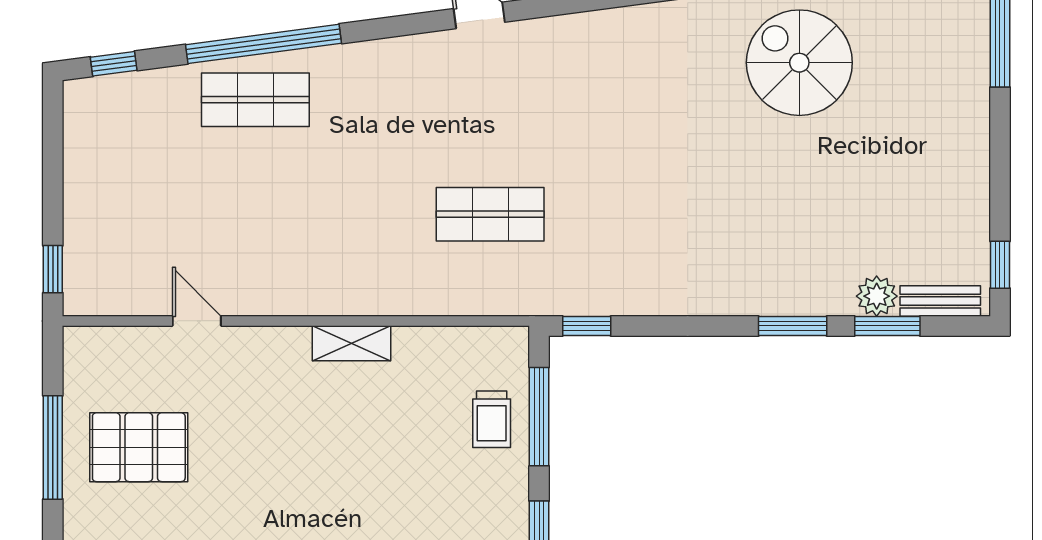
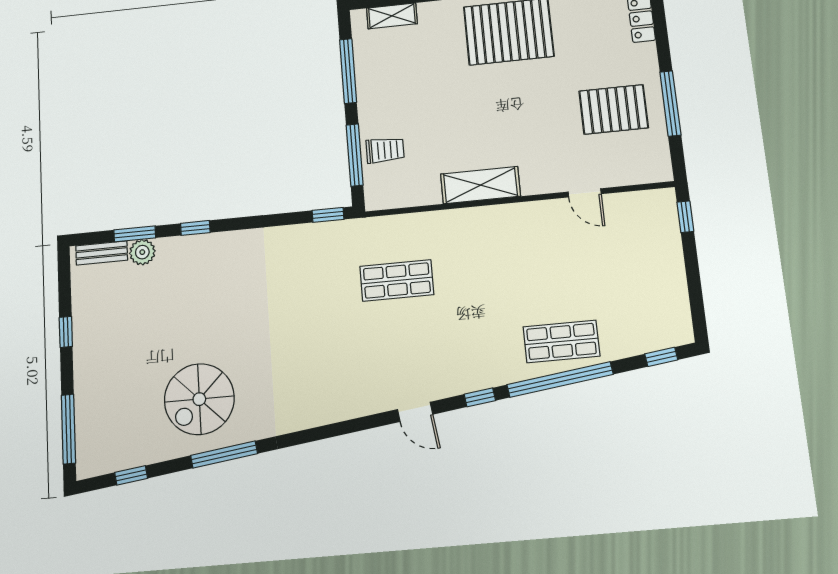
window: (383, 28) -> (480, 397), added
spiral stairs: (799, 63) -> (199, 399), turned 90
window: (1000, 265) -> (66, 332), moved
window: (793, 326) -> (195, 228), width x0.67
shelving: (351, 343) -> (480, 185), width x1.50, depth x1.33
trolley: (492, 419) -> (385, 150), turned 90

